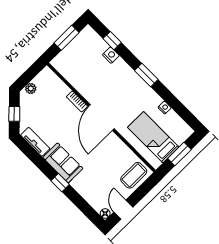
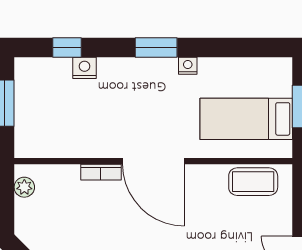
plant: (31, 89) -> (24, 187), moved
nightstand: (165, 108) -> (188, 66), moved
coffee table: (134, 175) -> (253, 182), moved, turned 90

